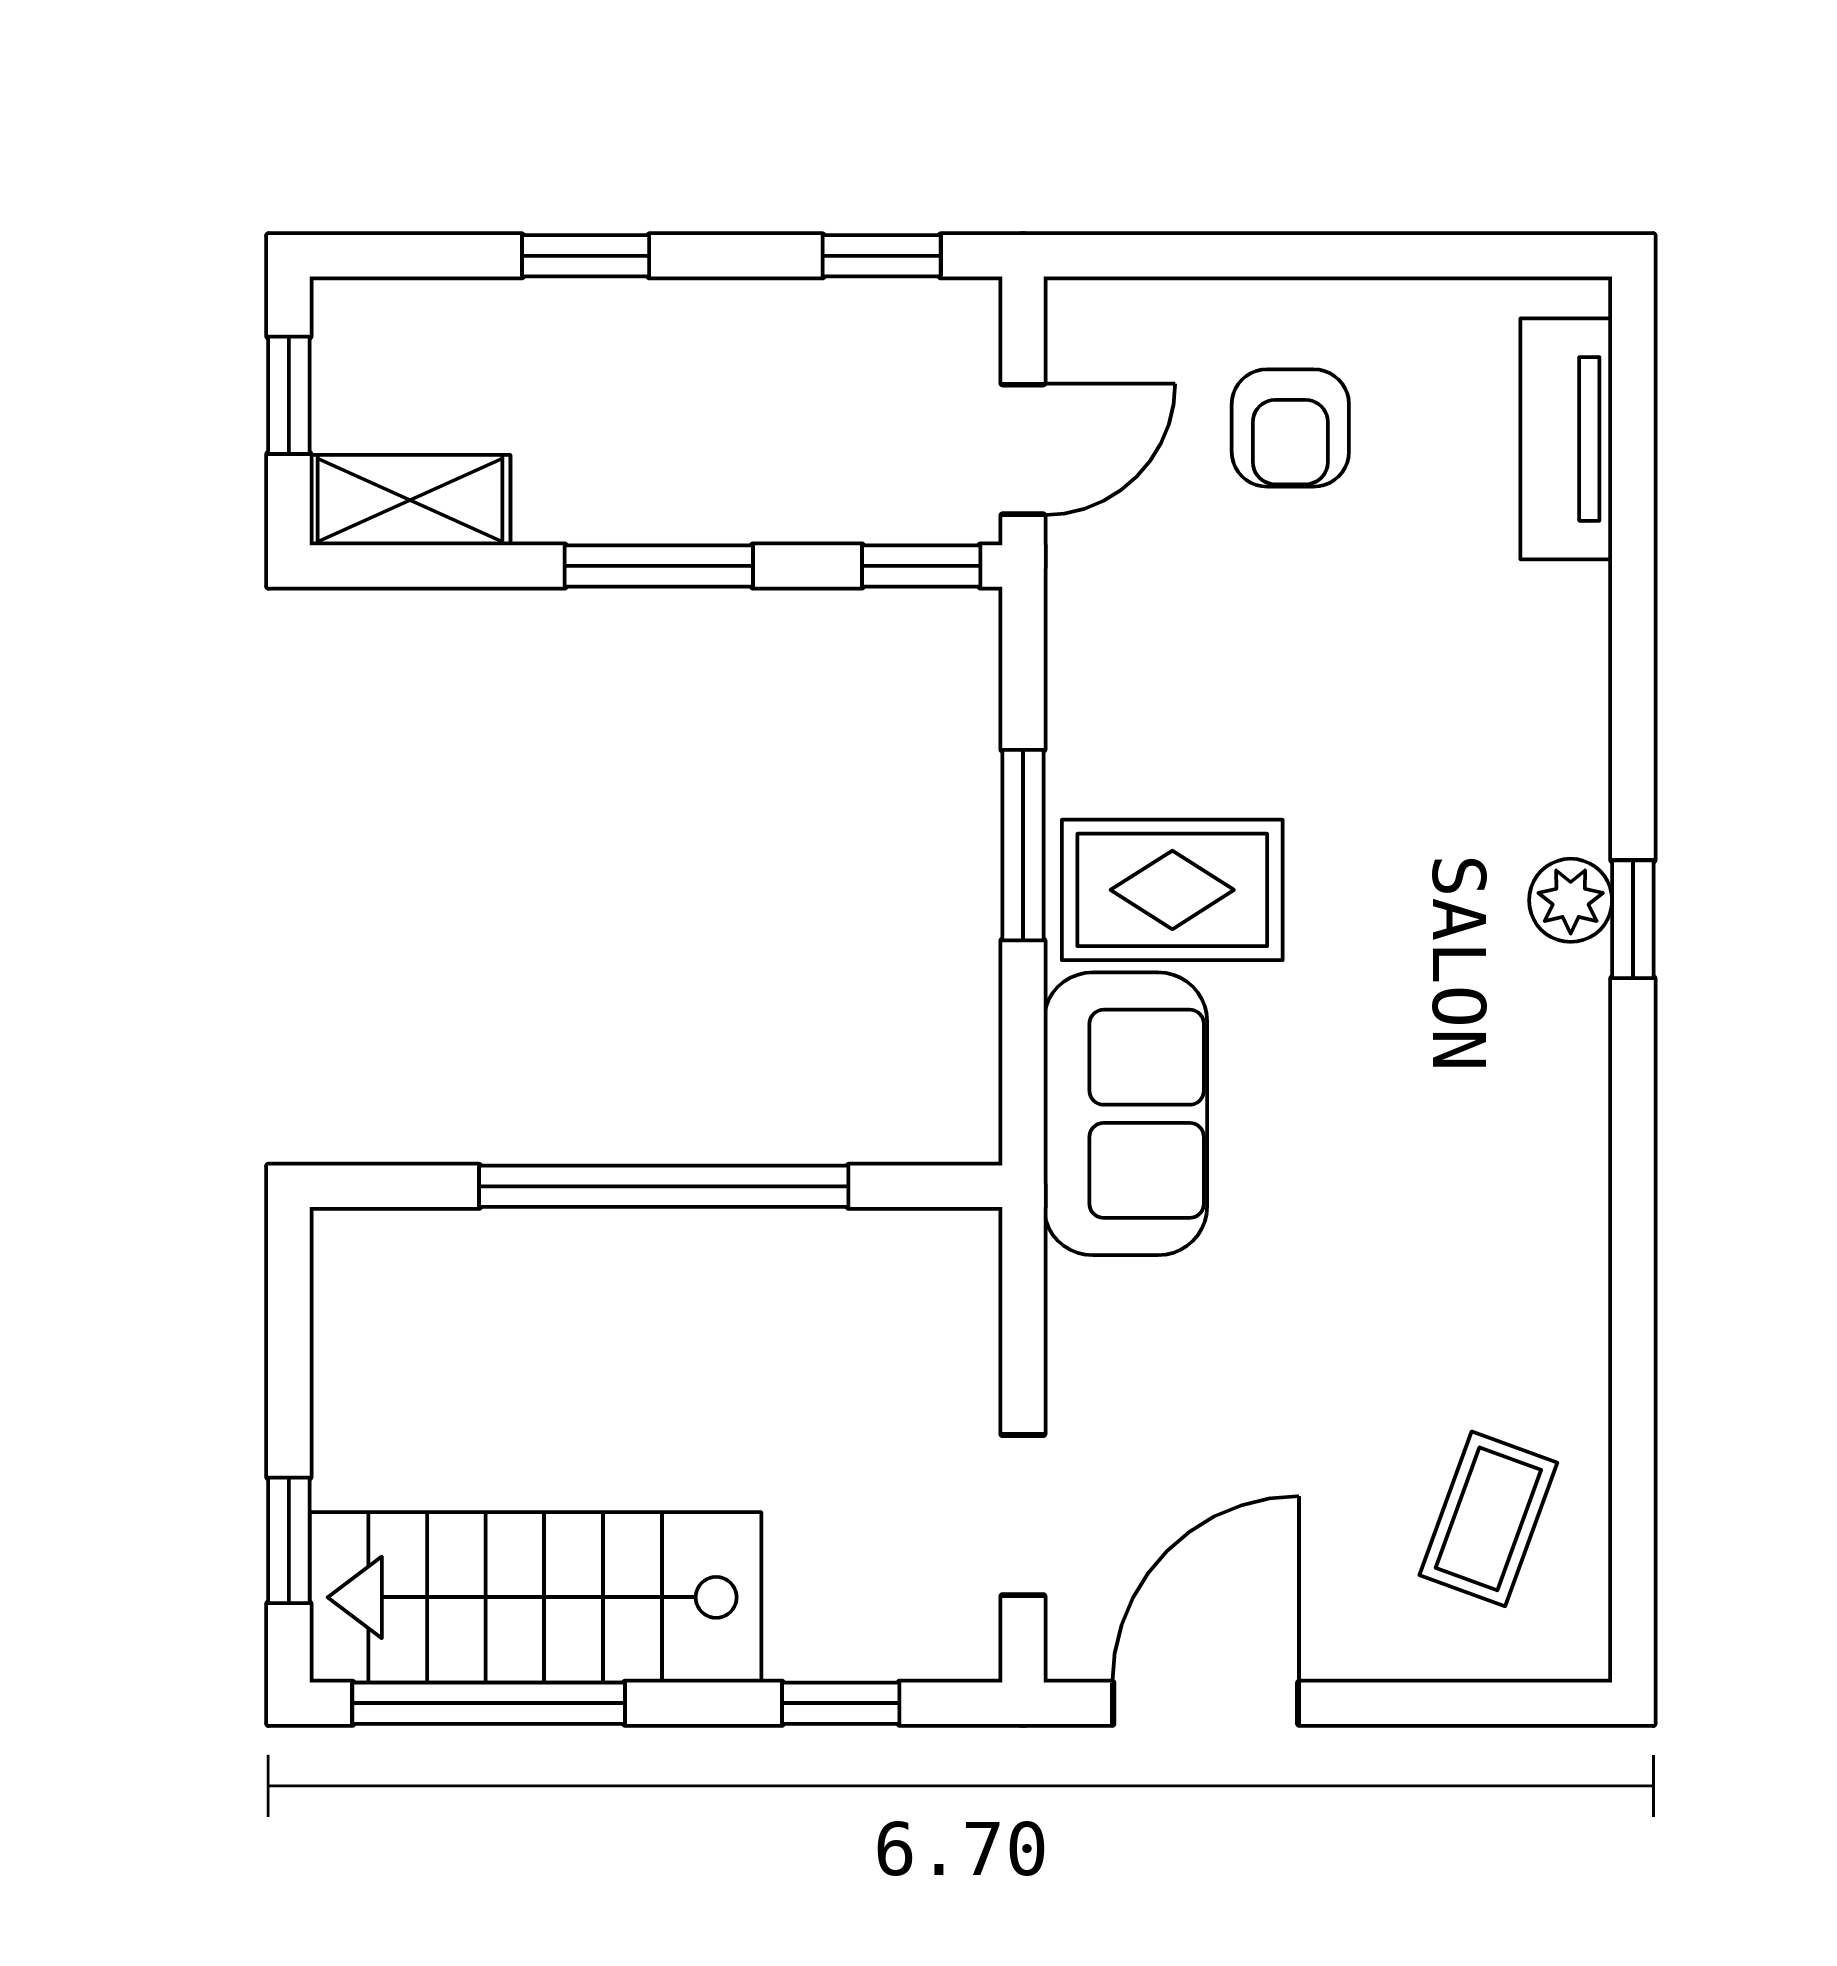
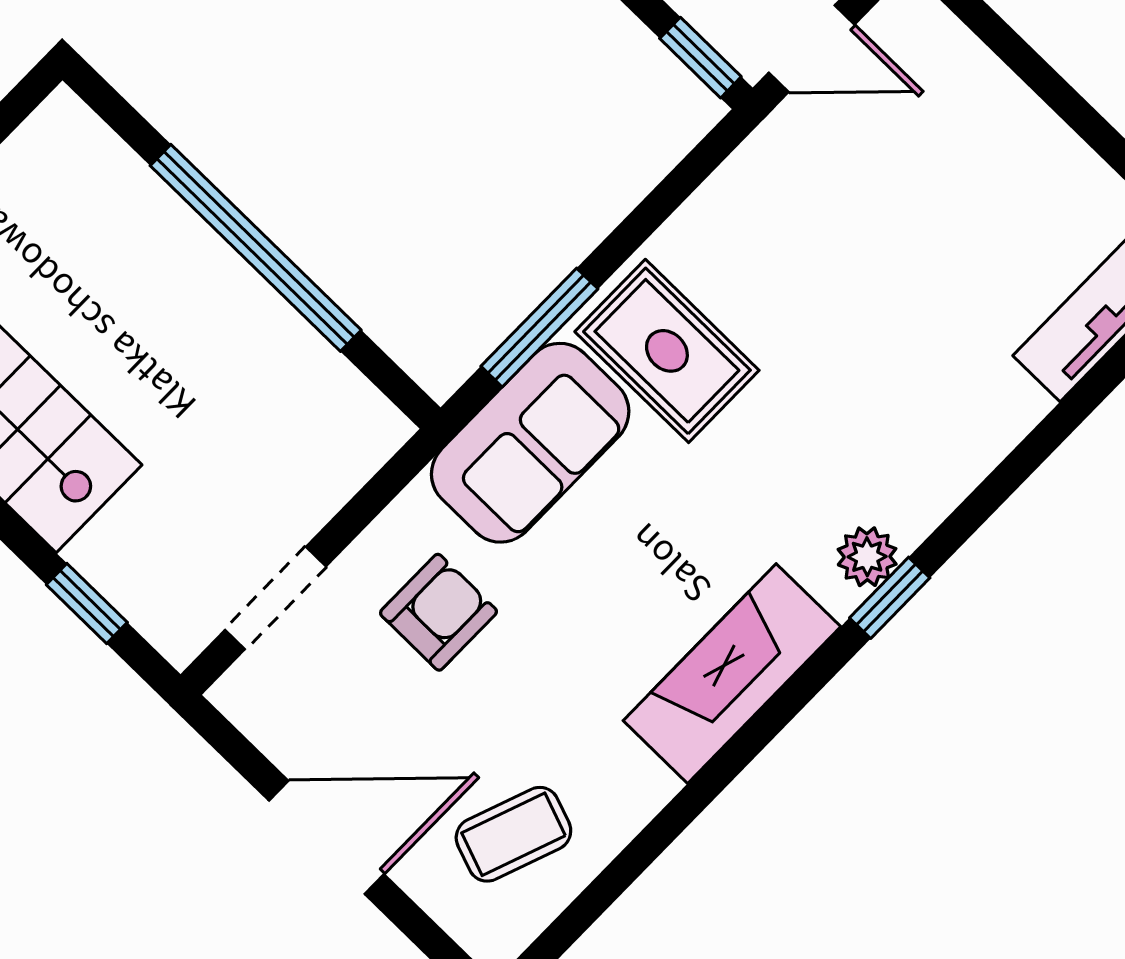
armchair: (1290, 428) -> (438, 612), moved, turned 180
window: (1023, 845) -> (539, 328), moved
fireplace: (1550, 1147) -> (732, 674), added
door: (1206, 1703) -> (327, 837), moved

